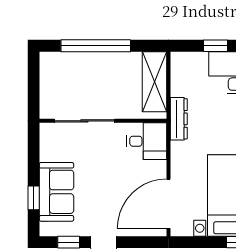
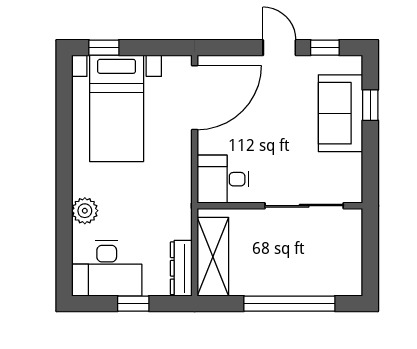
dresser: (179, 119) -> (181, 268), moved

